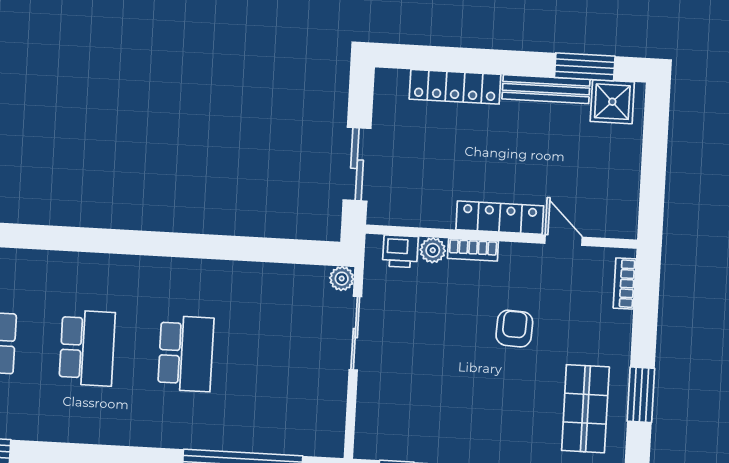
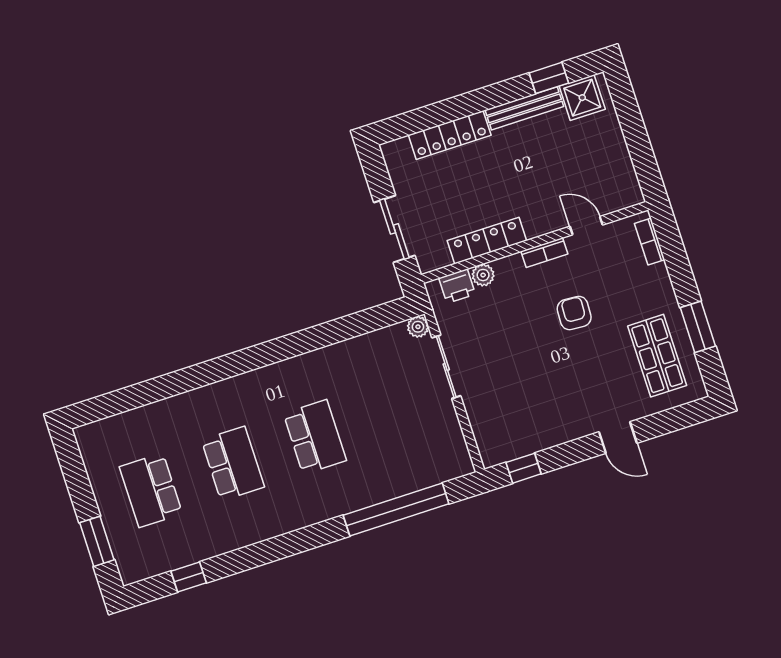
window: (585, 67) -> (549, 78), width x0.67
locker: (500, 218) -> (487, 241), moved
bookcase: (473, 250) -> (544, 253), moved

